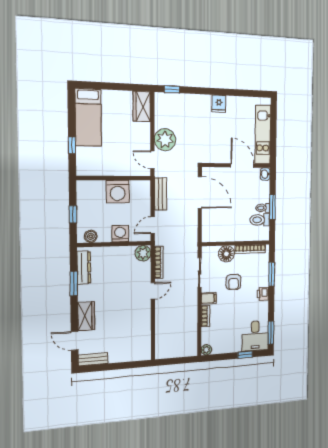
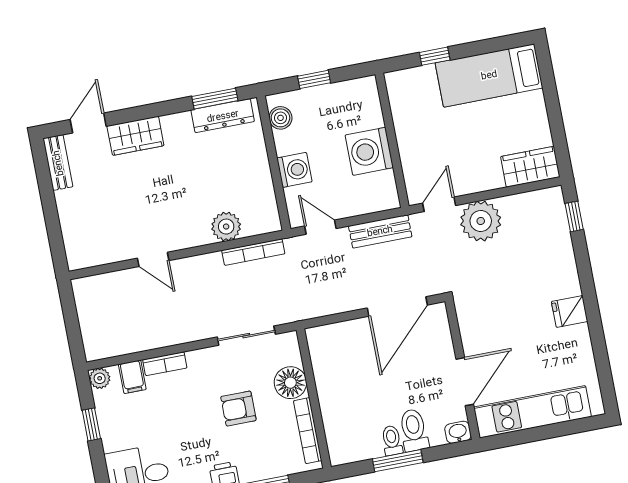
toilet: (260, 220) -> (414, 430), moved
plant: (143, 253) -> (226, 227), moved
window: (74, 284) -> (215, 99), moved
door: (153, 291) -> (153, 259), moved
filing cabinet: (209, 298) -> (132, 377), moved
window: (245, 355) -> (91, 424), moved

